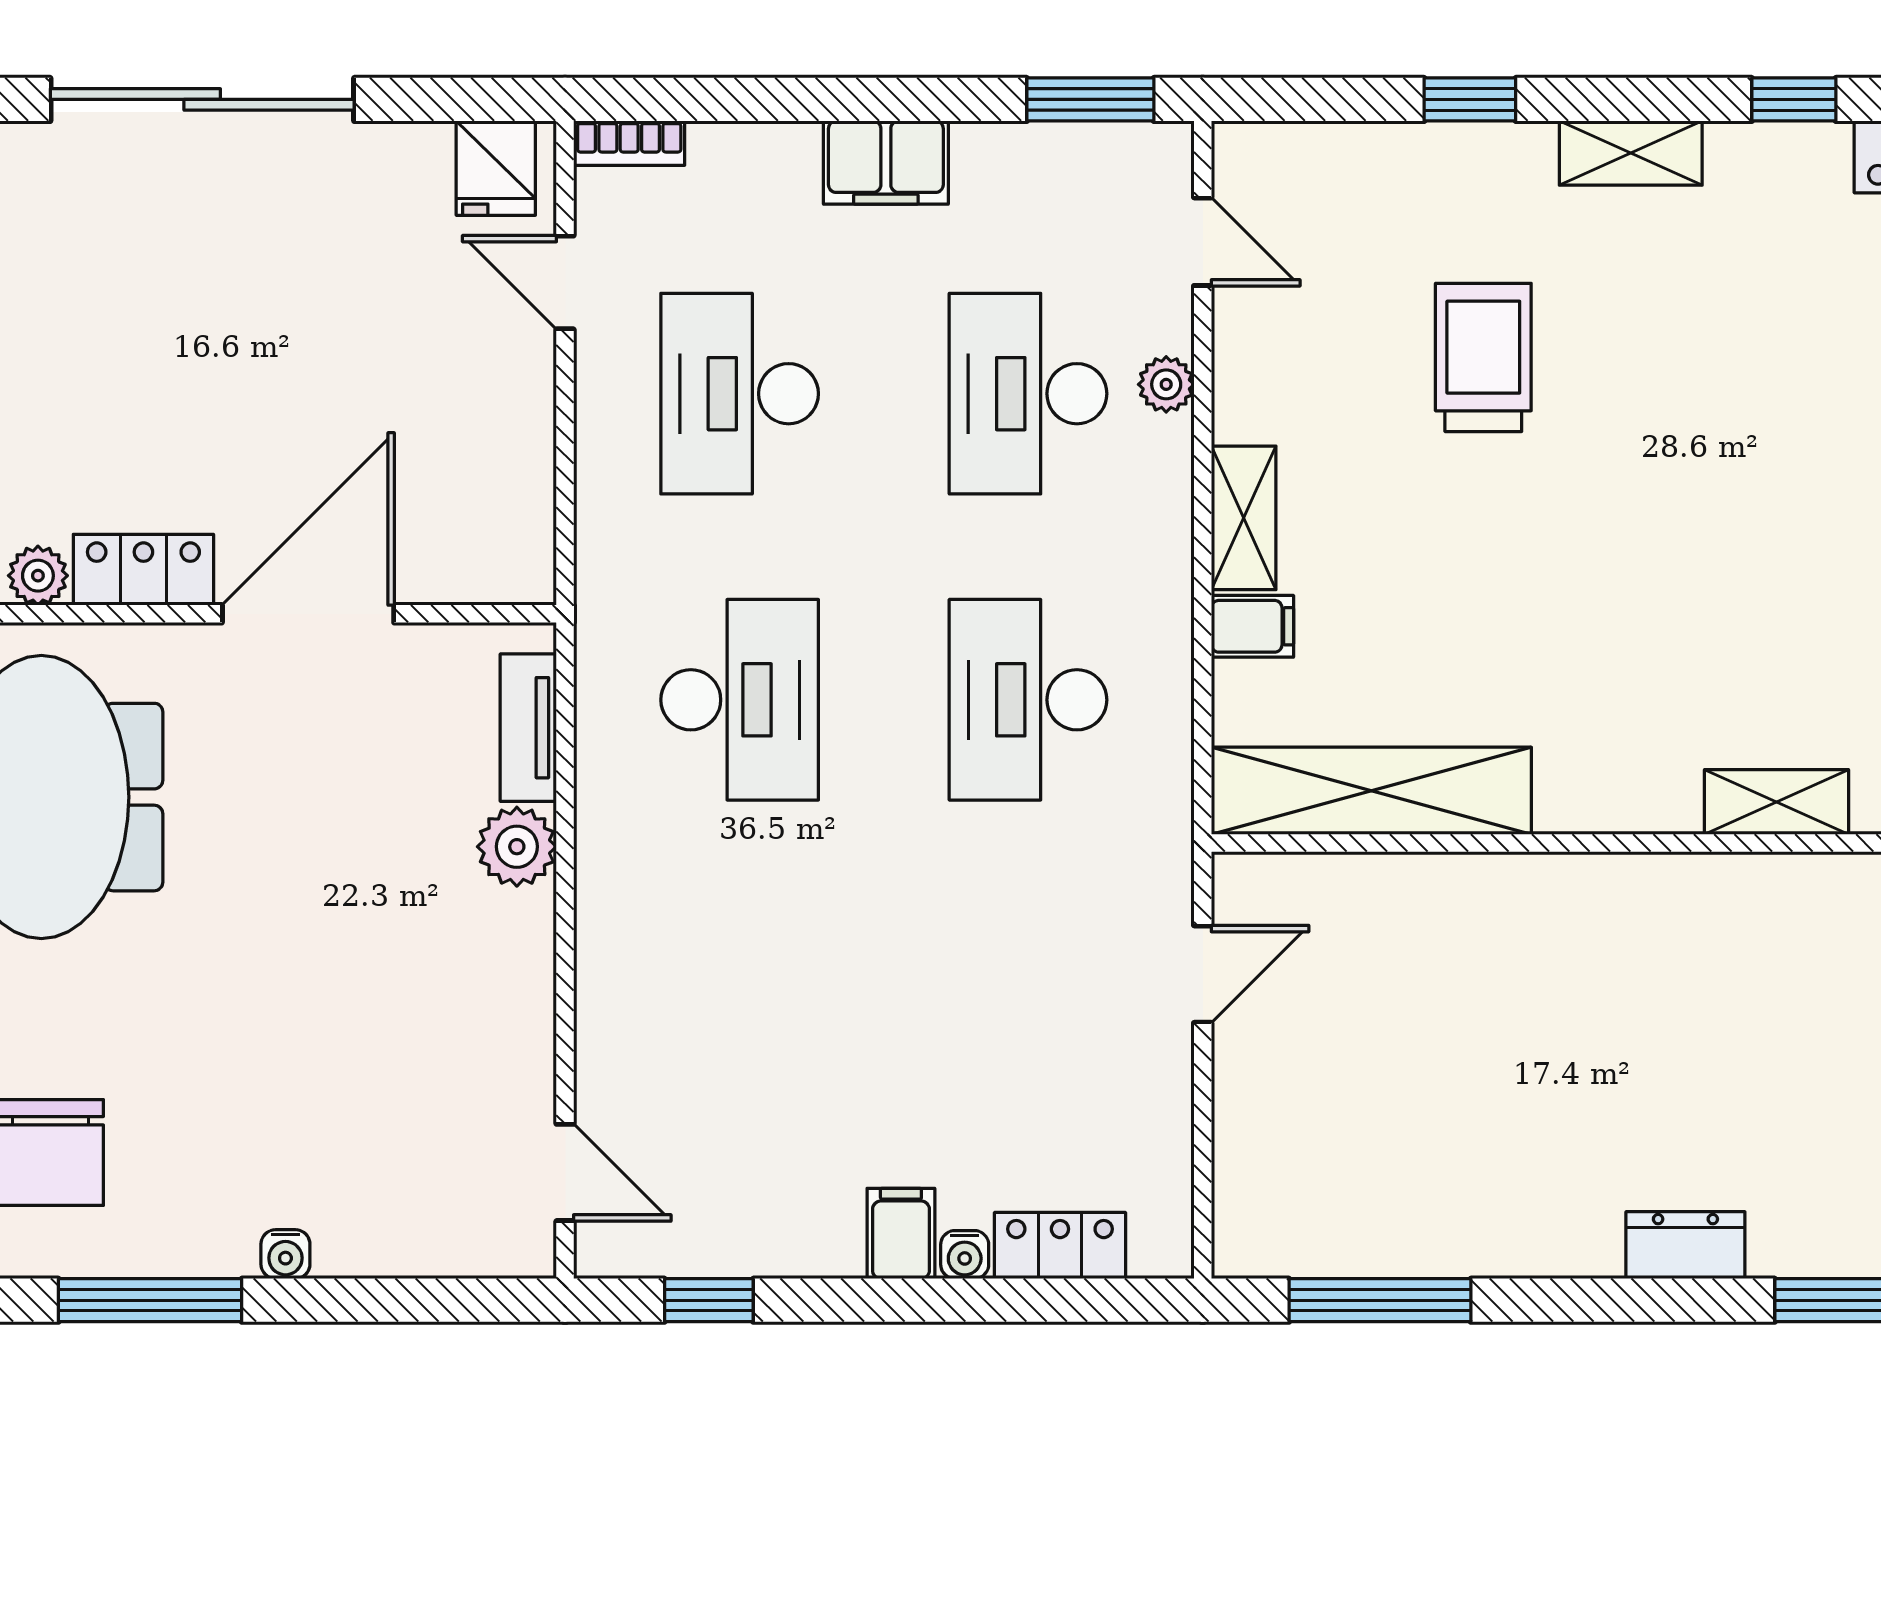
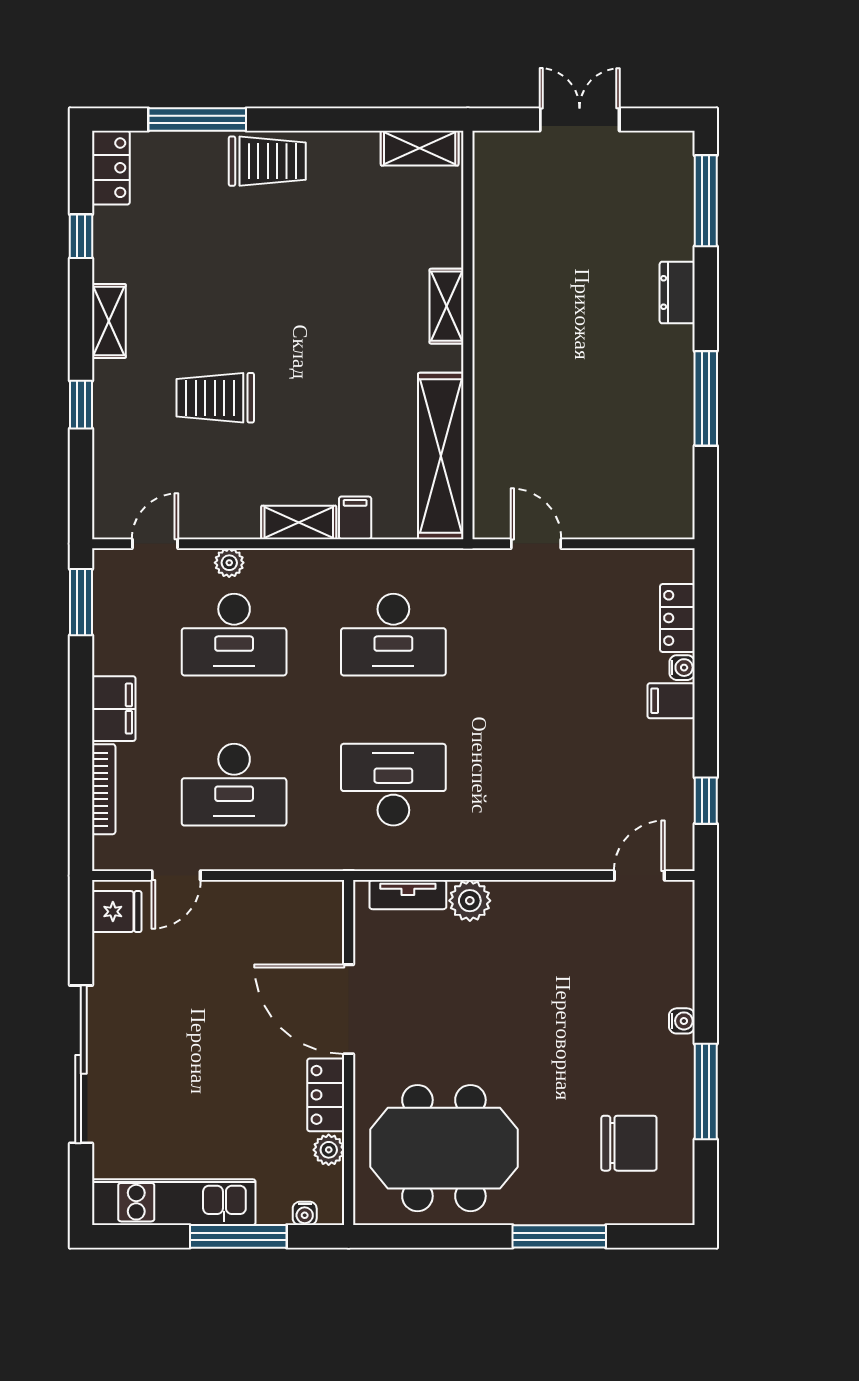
bookcase: (629, 143) -> (104, 789), moved, width x1.56
shelving: (1776, 802) -> (447, 306), moved
window: (1380, 1300) -> (706, 398), moved

